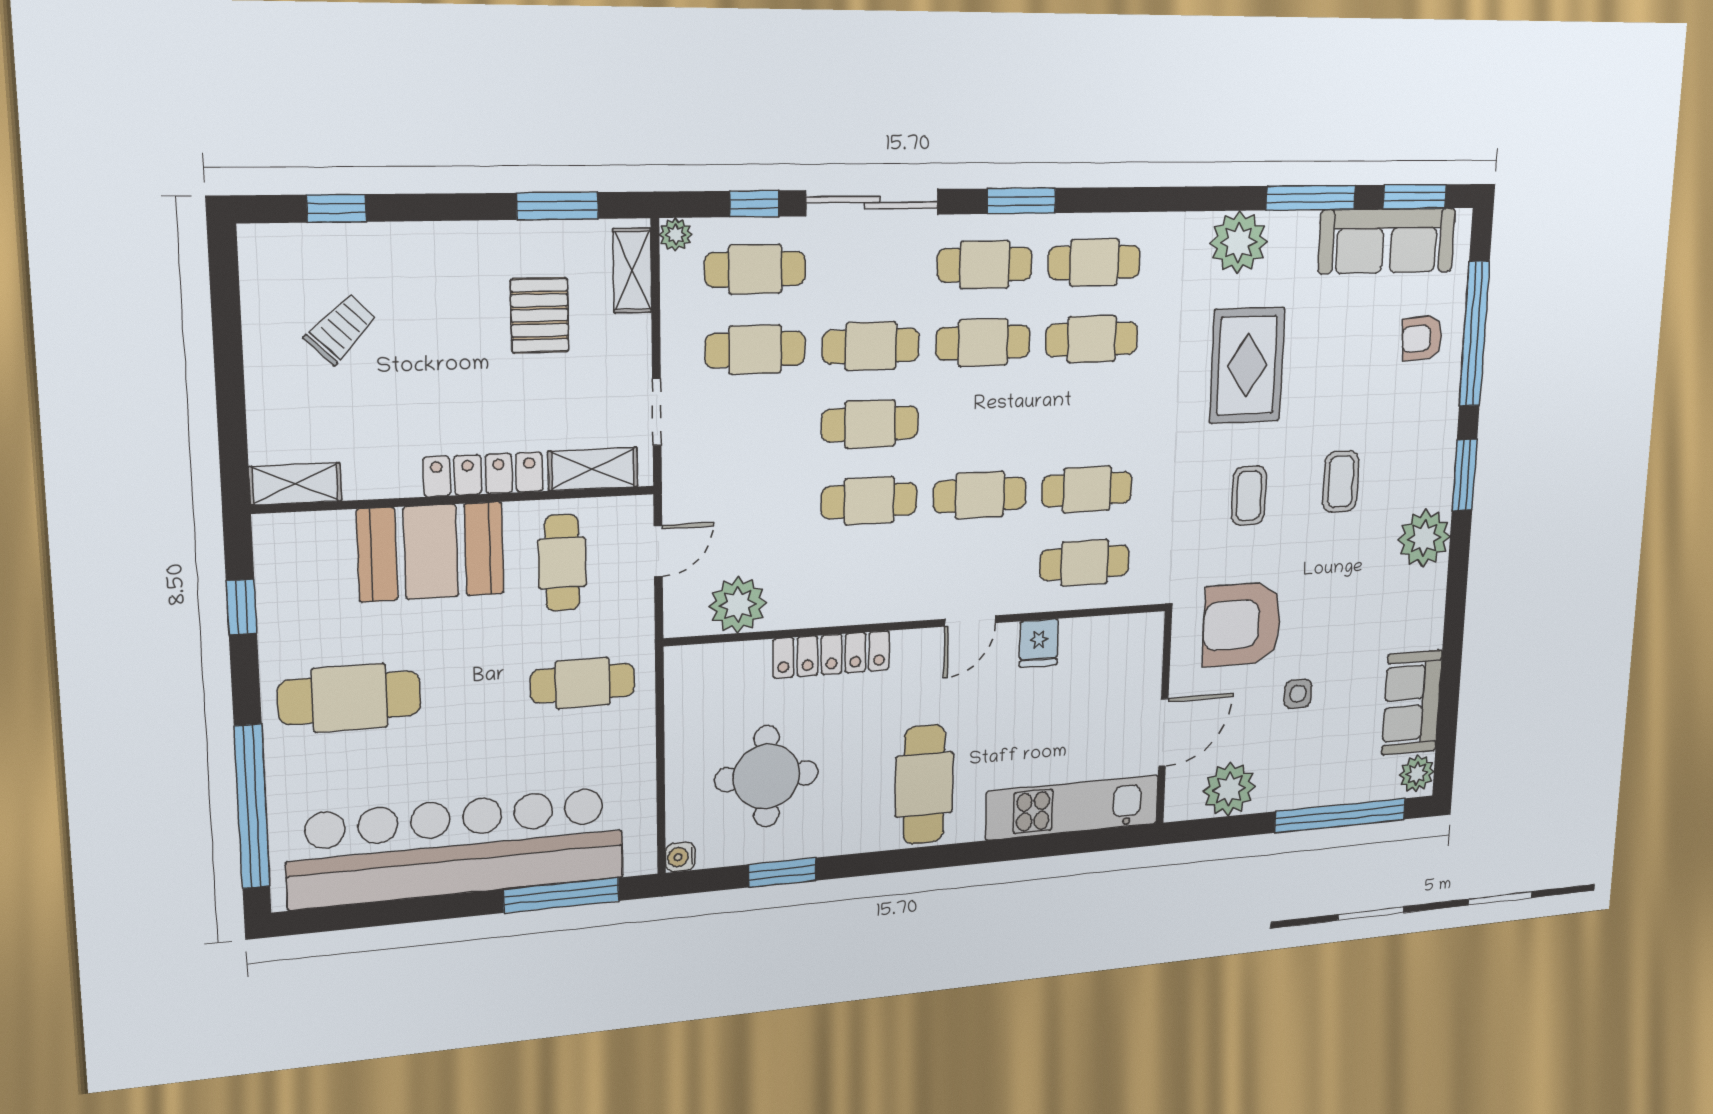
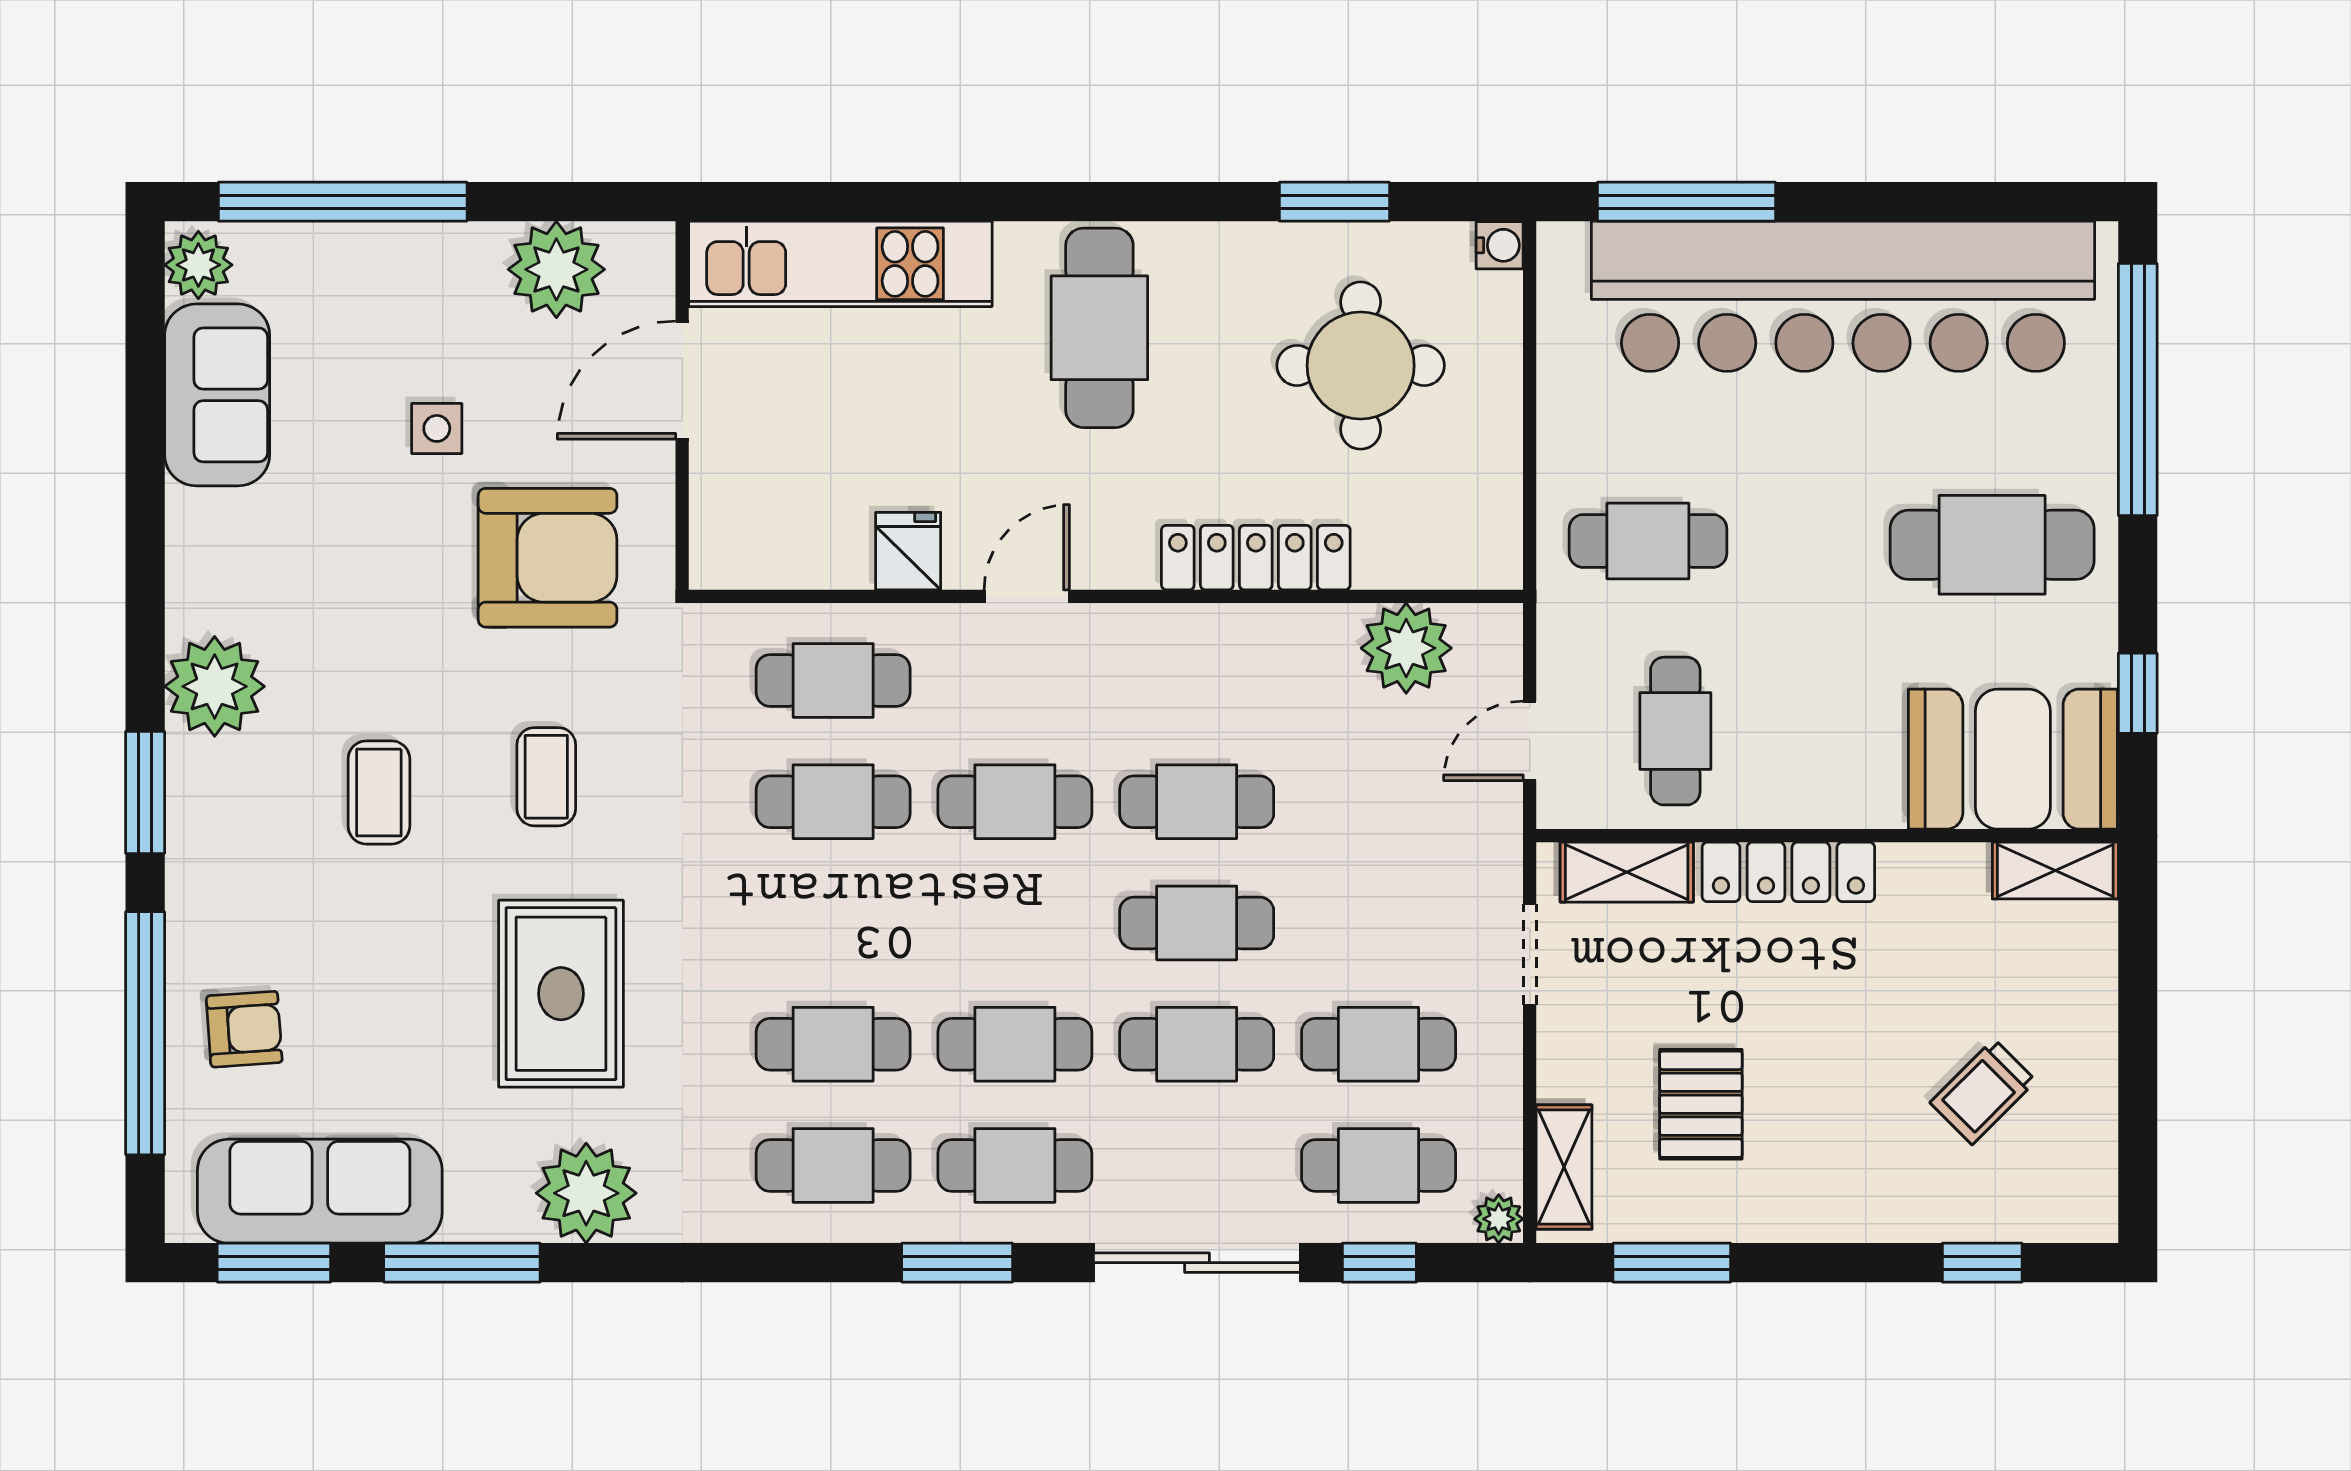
booth: (431, 552) -> (2013, 759), moved

